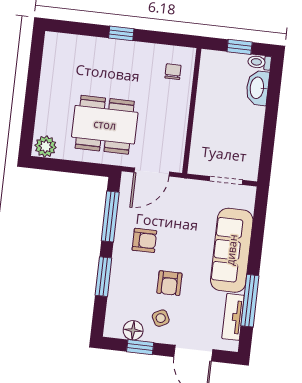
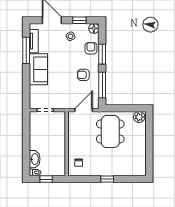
dining table: (105, 125) -> (110, 132), turned 90
sofa: (232, 250) -> (38, 69), width x0.73
armchair: (169, 283) -> (91, 48), moved
floor lamp: (133, 330) -> (94, 28), moved

